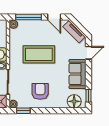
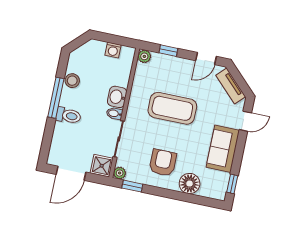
window: (28, 17) -> (168, 51), width x0.46
door: (54, 17) -> (206, 58), hinge flipped
floor lamp: (74, 101) -> (190, 184), moved

